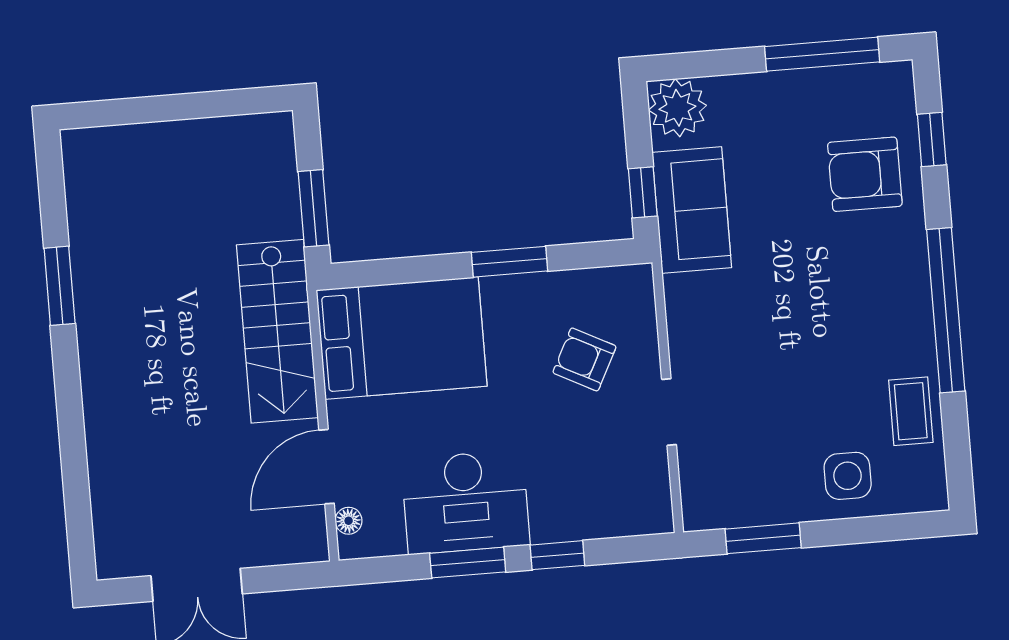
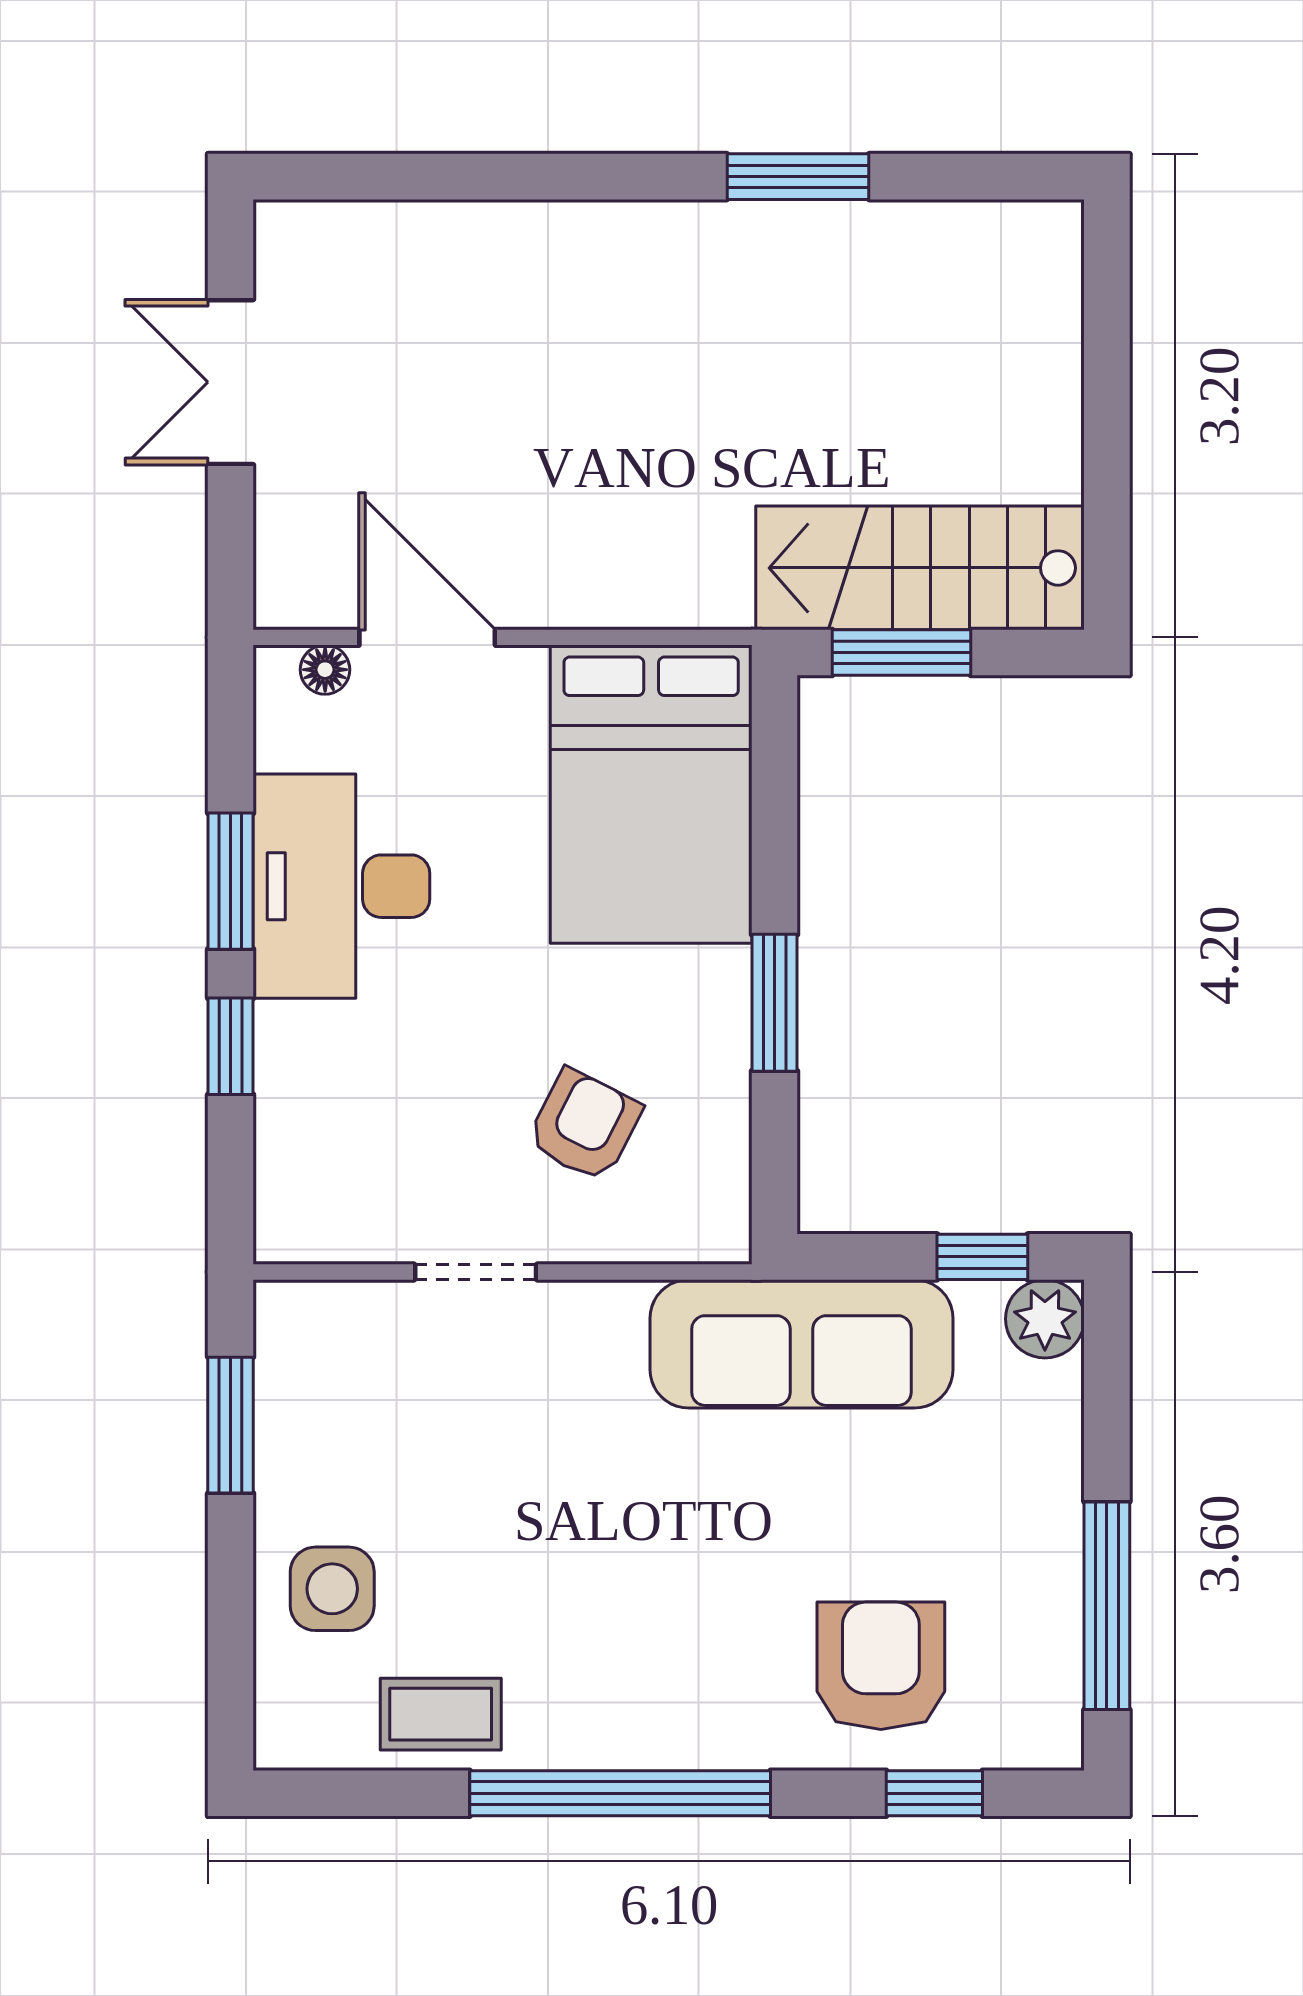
plant: (677, 108) -> (1045, 1319), width x0.73, depth x0.73
window: (643, 192) -> (982, 1257), moved
sofa: (692, 210) -> (801, 1344), width x1.36
stairs: (277, 331) -> (920, 568), moved

